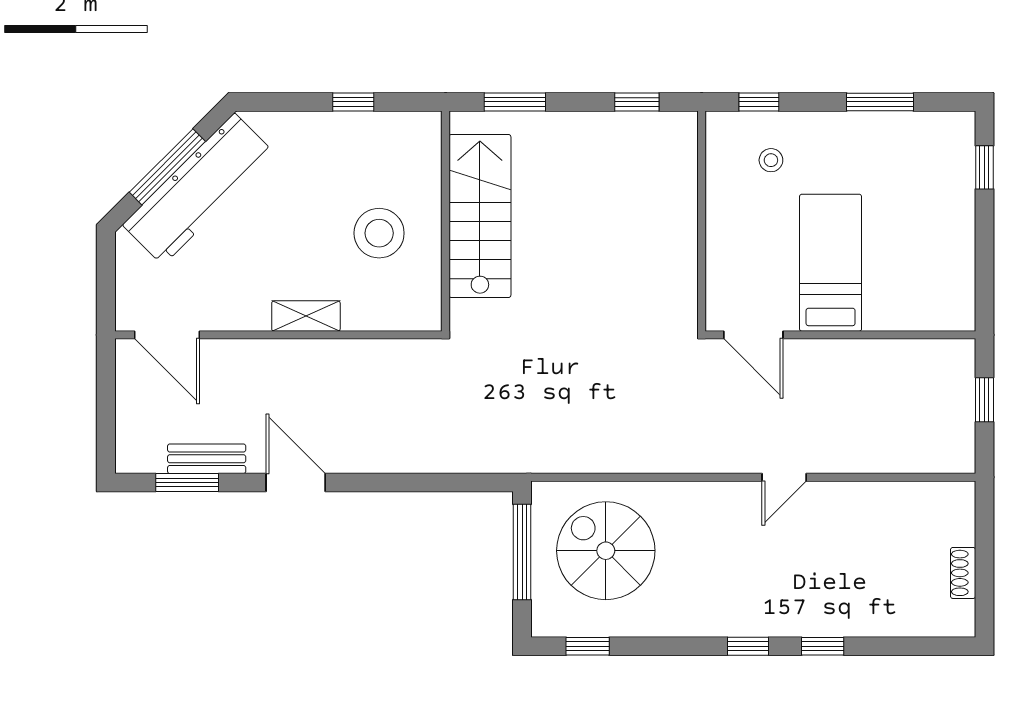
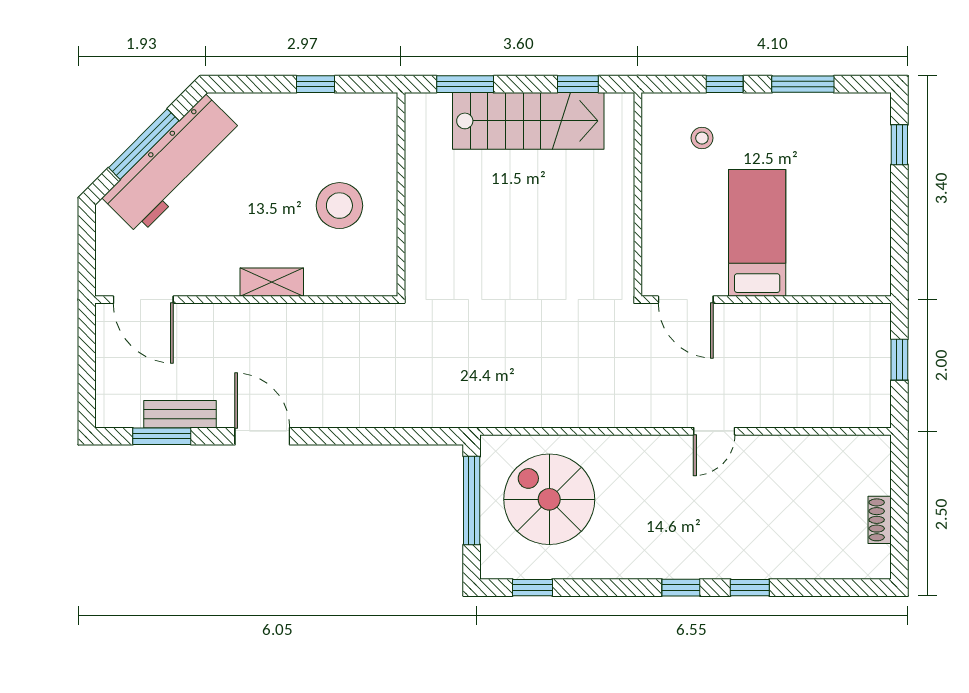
window: (759, 102) -> (725, 84), moved
stairs: (480, 216) -> (528, 121), moved, turned 90

